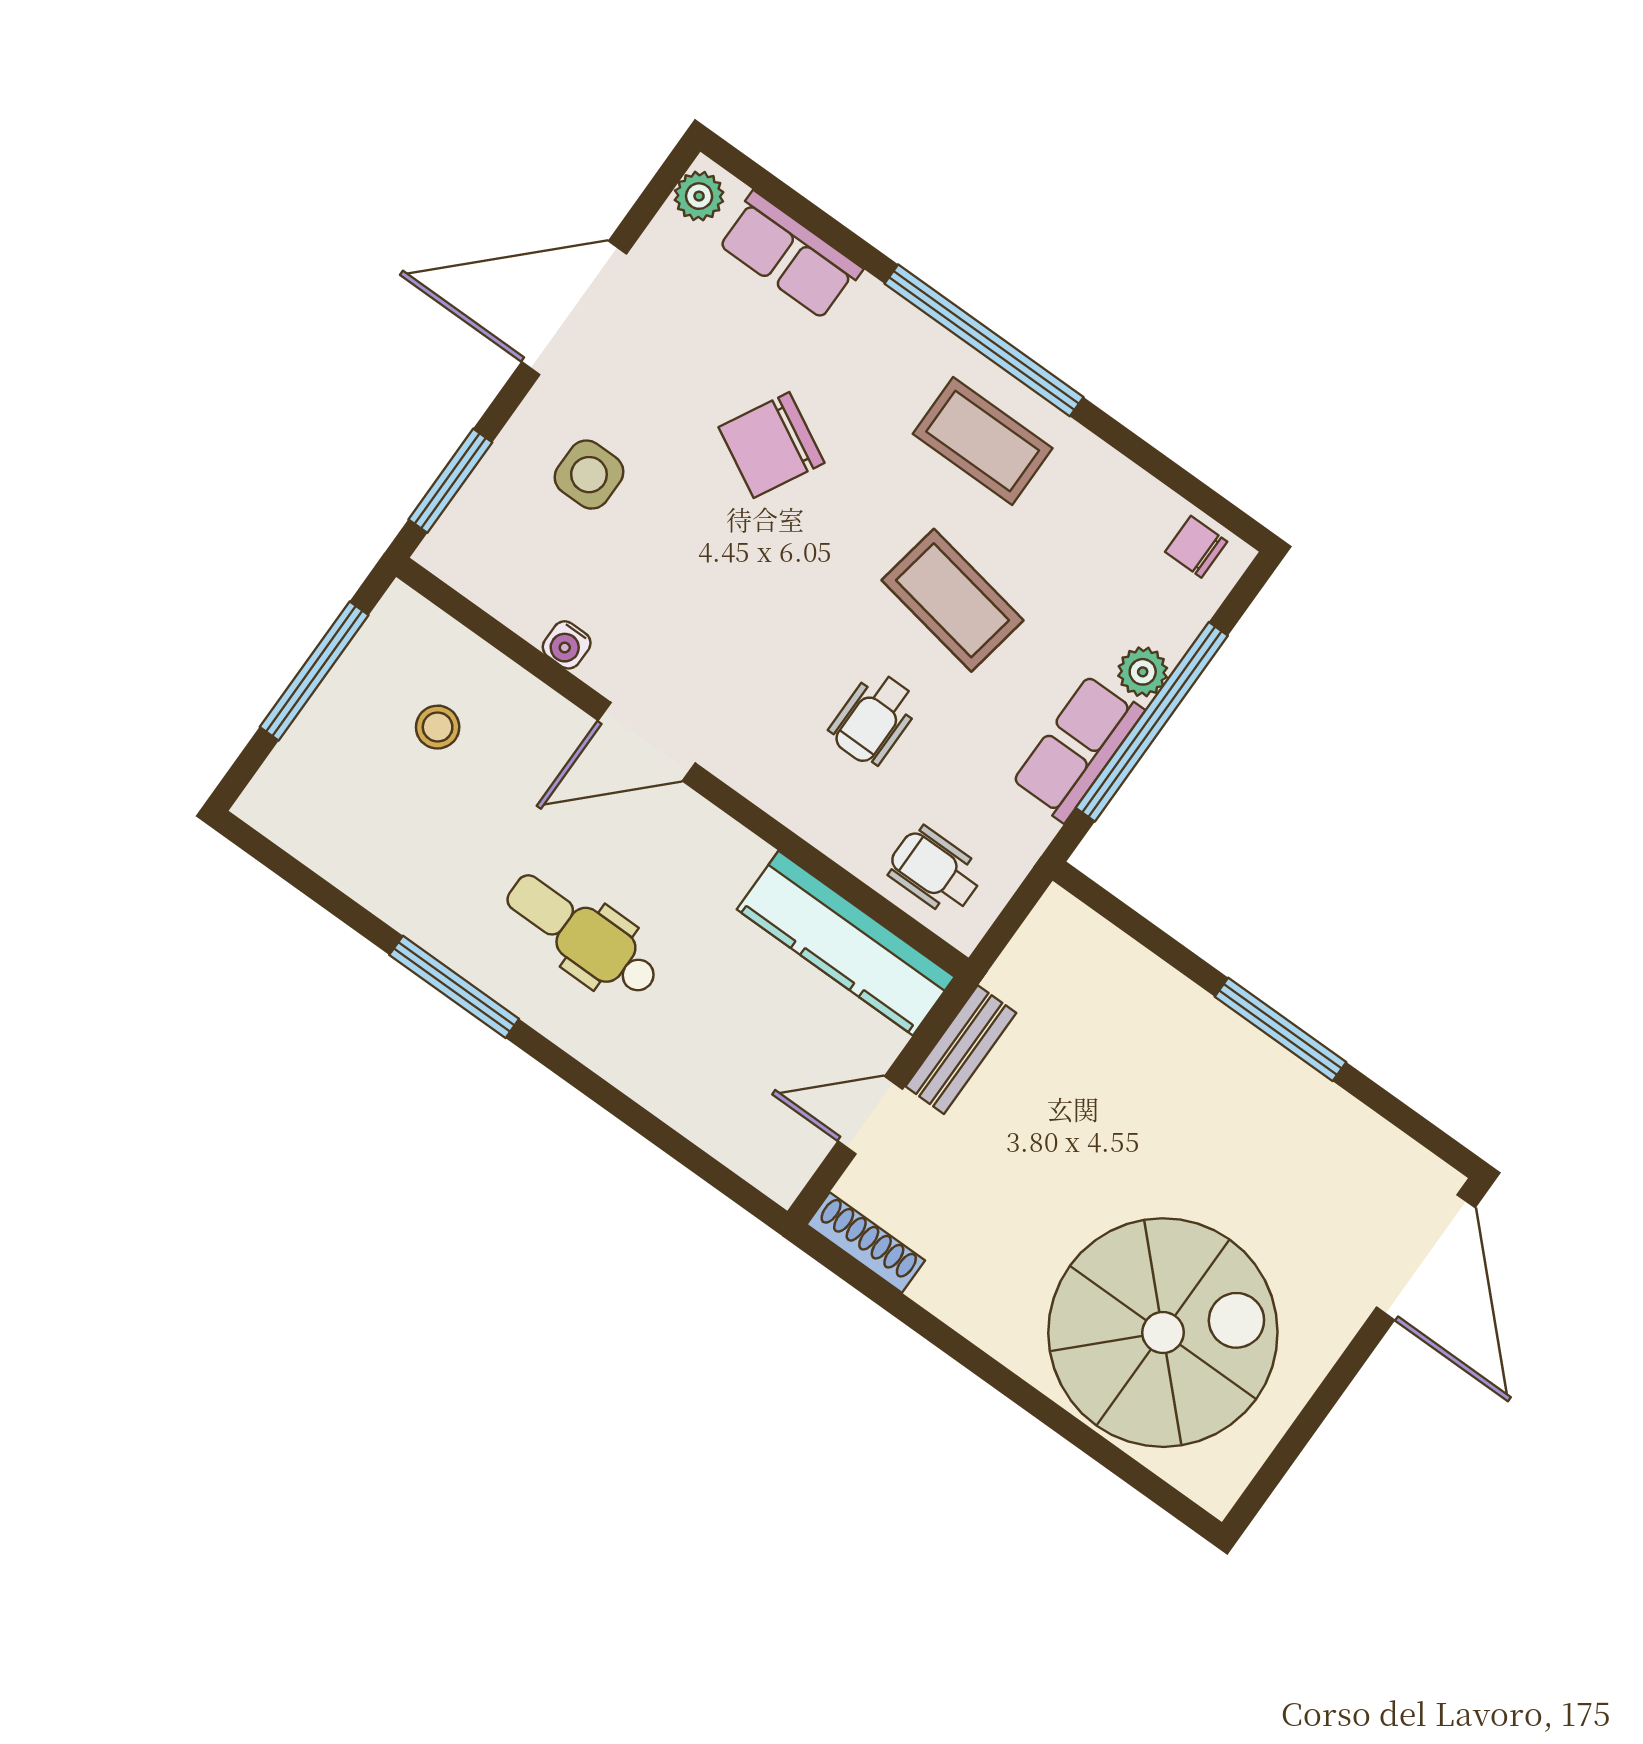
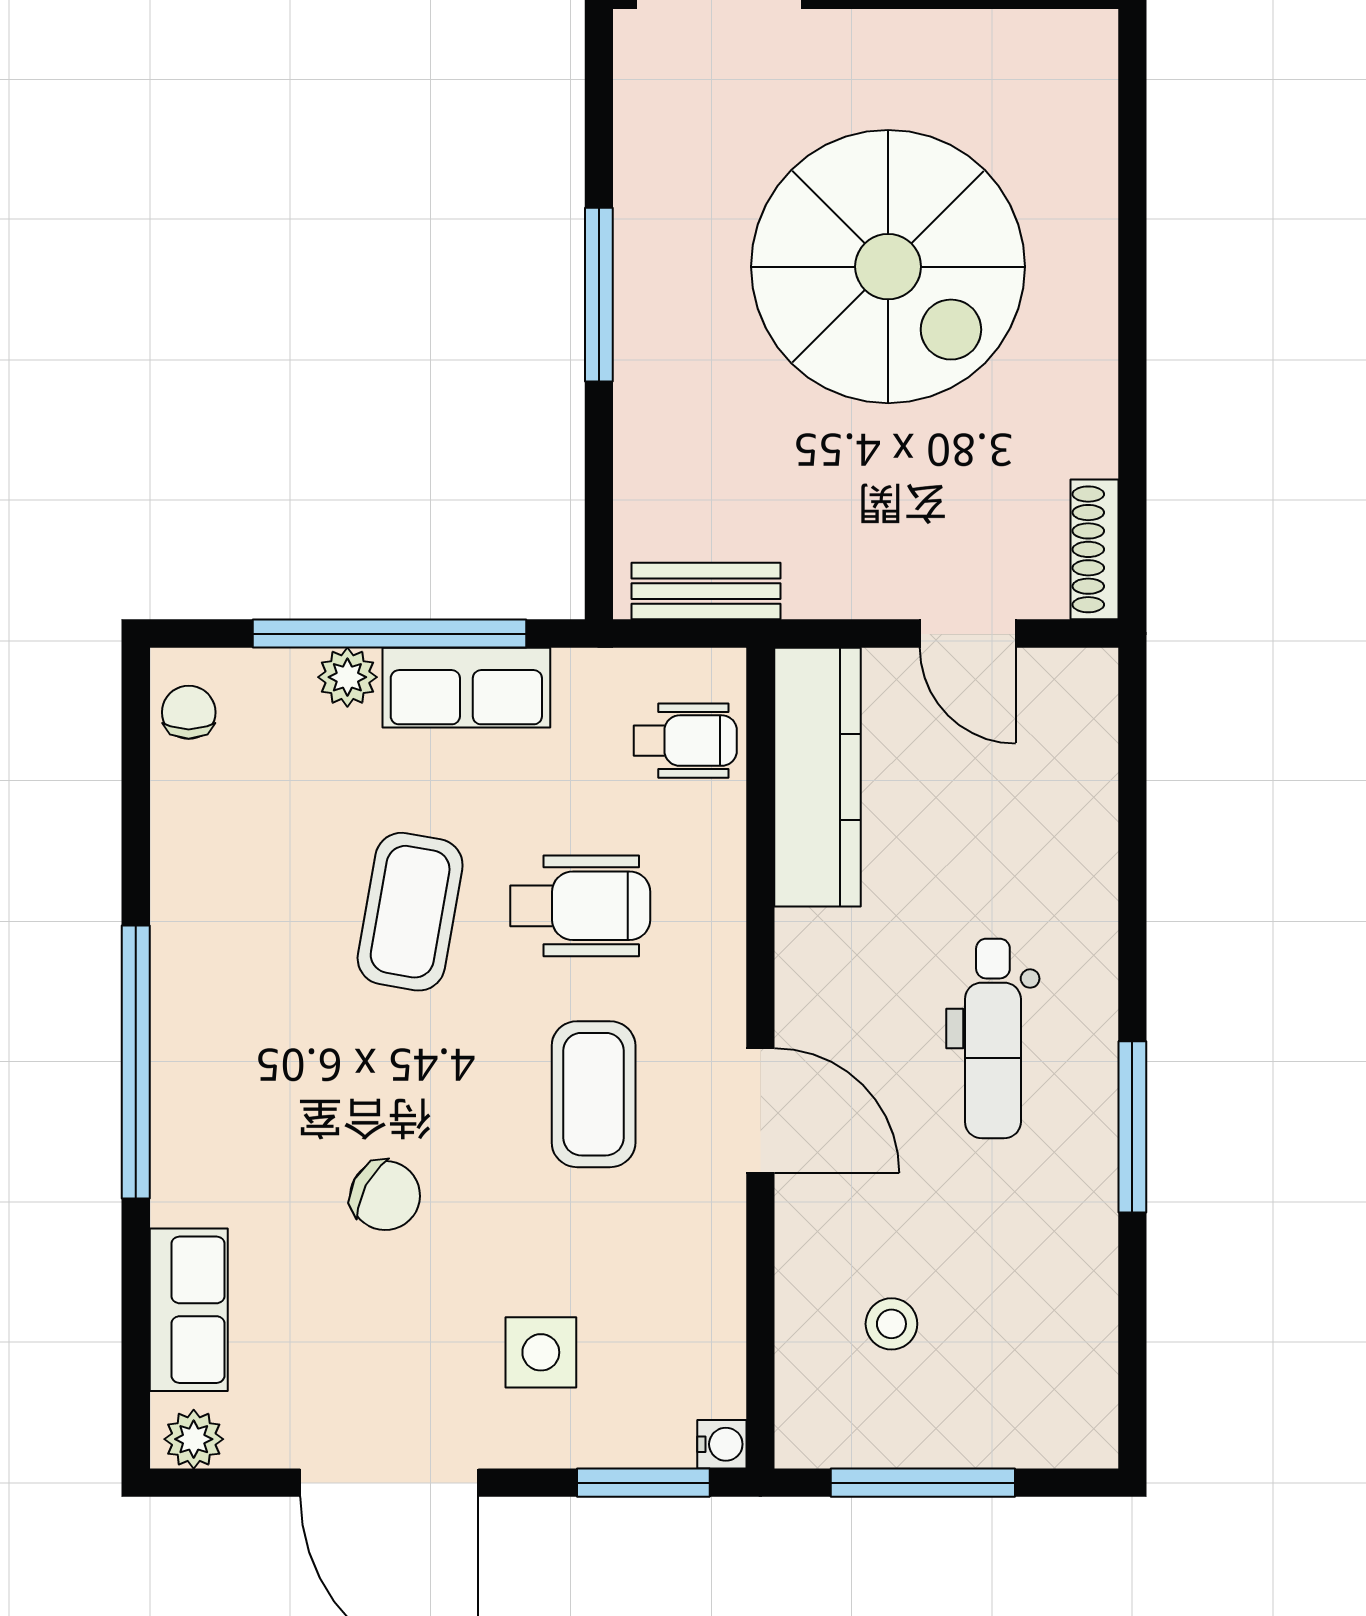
coffee table: (983, 441) -> (594, 1094), moved
chair: (772, 445) -> (385, 1195), width x0.73, depth x0.73
chair: (1196, 547) -> (189, 712), turned 180
water cooler: (567, 645) -> (722, 1444), moved
wheelchair: (874, 719) -> (580, 906), width x1.36, depth x1.37
wheelchair: (935, 871) -> (685, 741), turned -90
bench: (961, 1050) -> (706, 591), moved
spiral stairs: (1163, 1333) -> (888, 267), moved, turned 180

